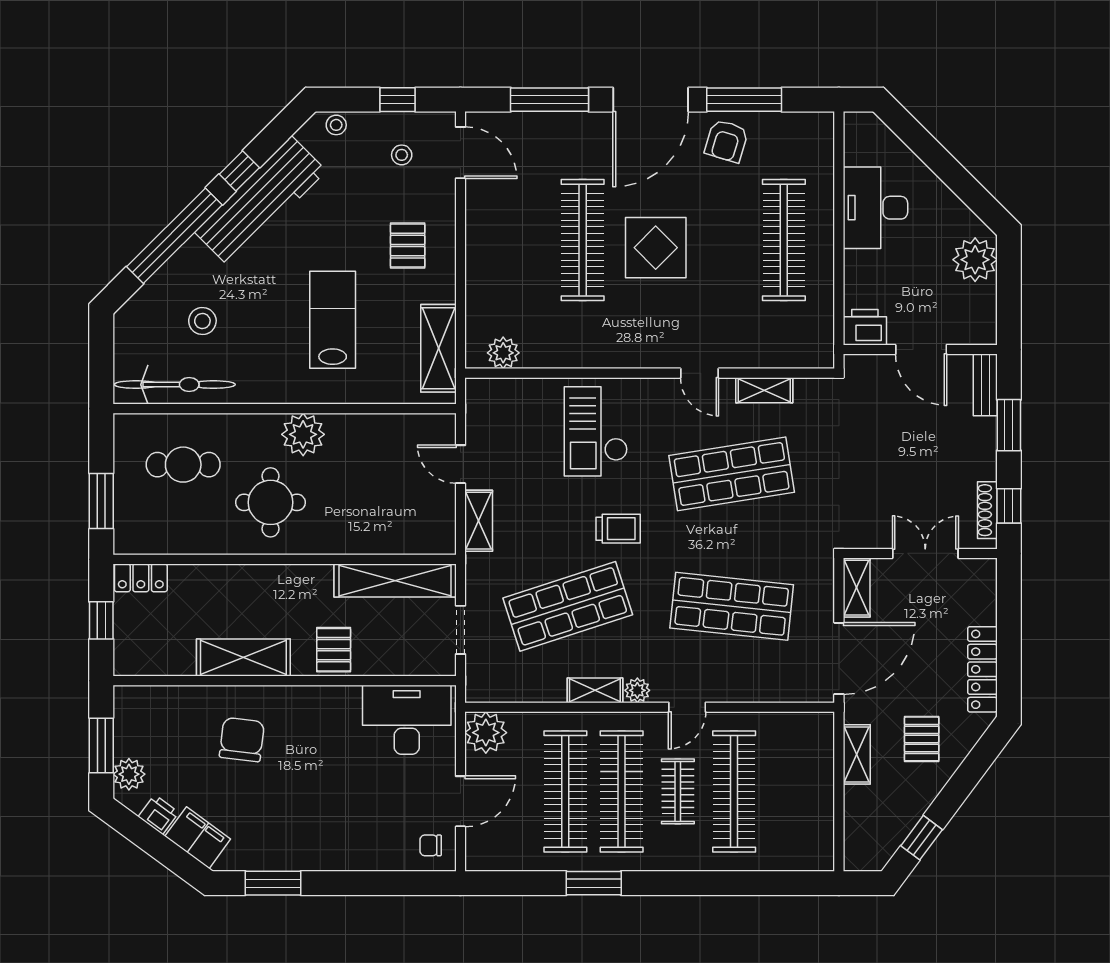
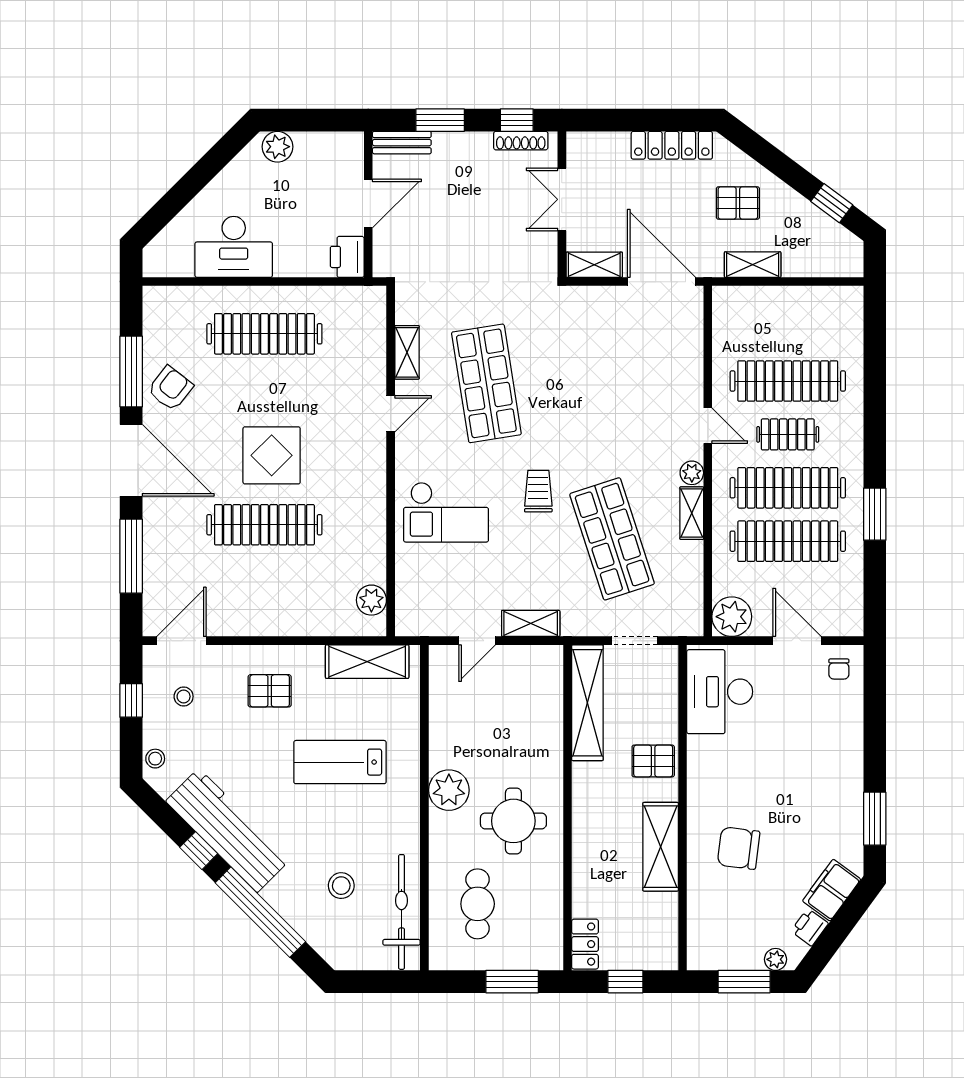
armchair: (726, 141) -> (170, 388), turned -69
plant: (975, 260) -> (277, 147), width x0.73, depth x0.73
shop shelf: (732, 606) -> (612, 383), removed
plant: (129, 774) -> (775, 959), width x0.73, depth x0.73

